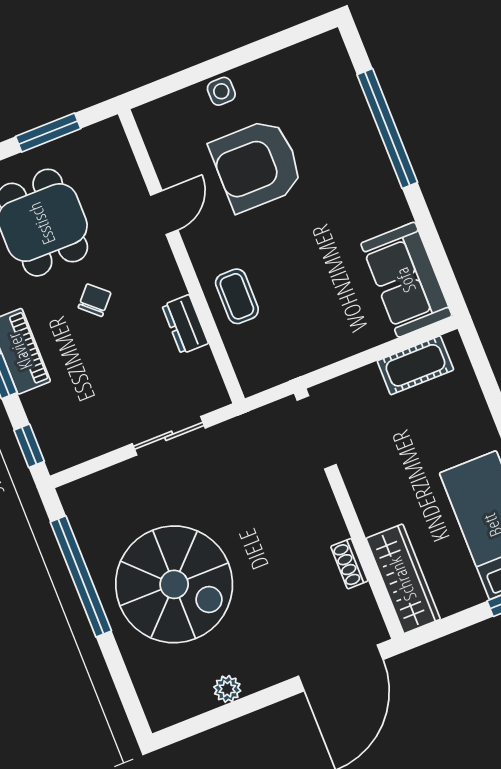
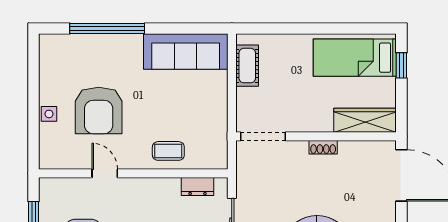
sofa: (406, 280) -> (186, 52), width x1.36
dresser: (185, 324) -> (198, 187), moved
shoe rack: (349, 564) -> (323, 147), moved

